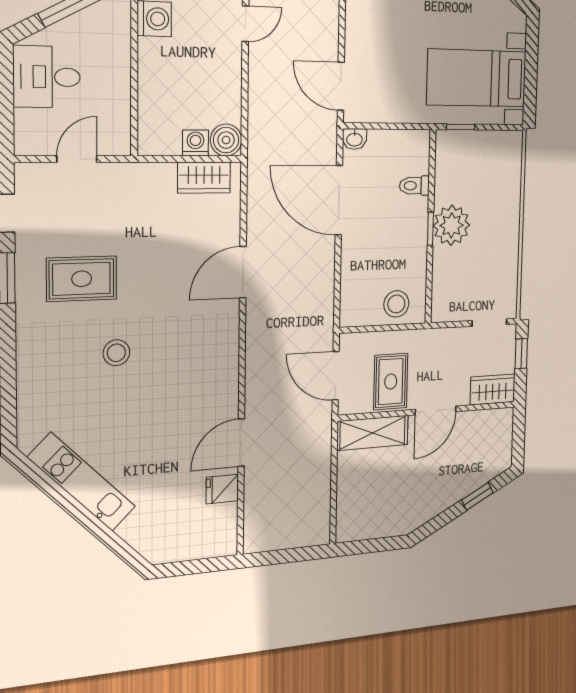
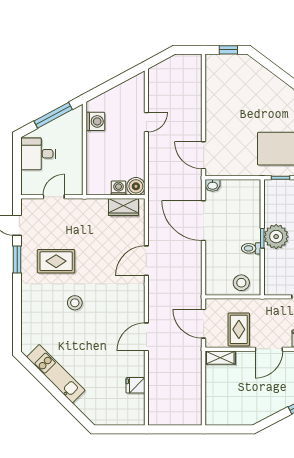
toilet: (414, 186) -> (251, 248), moved
shelving: (373, 433) -> (220, 358), width x0.67, depth x0.75
door: (241, 443) -> (146, 337), moved

